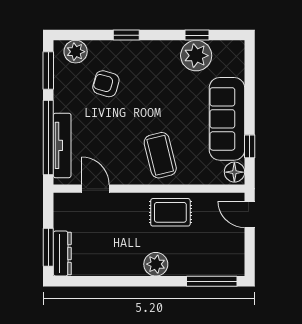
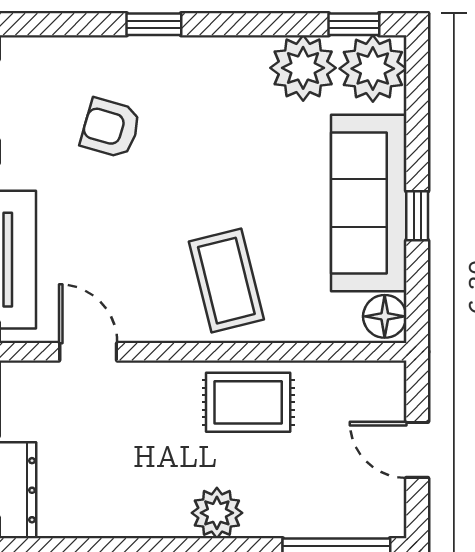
window: (197, 35) -> (354, 24), moved
plant: (76, 52) -> (373, 69), moved, width x1.36, depth x1.36
window: (250, 146) -> (417, 216), moved
door: (250, 214) -> (417, 450), moved

